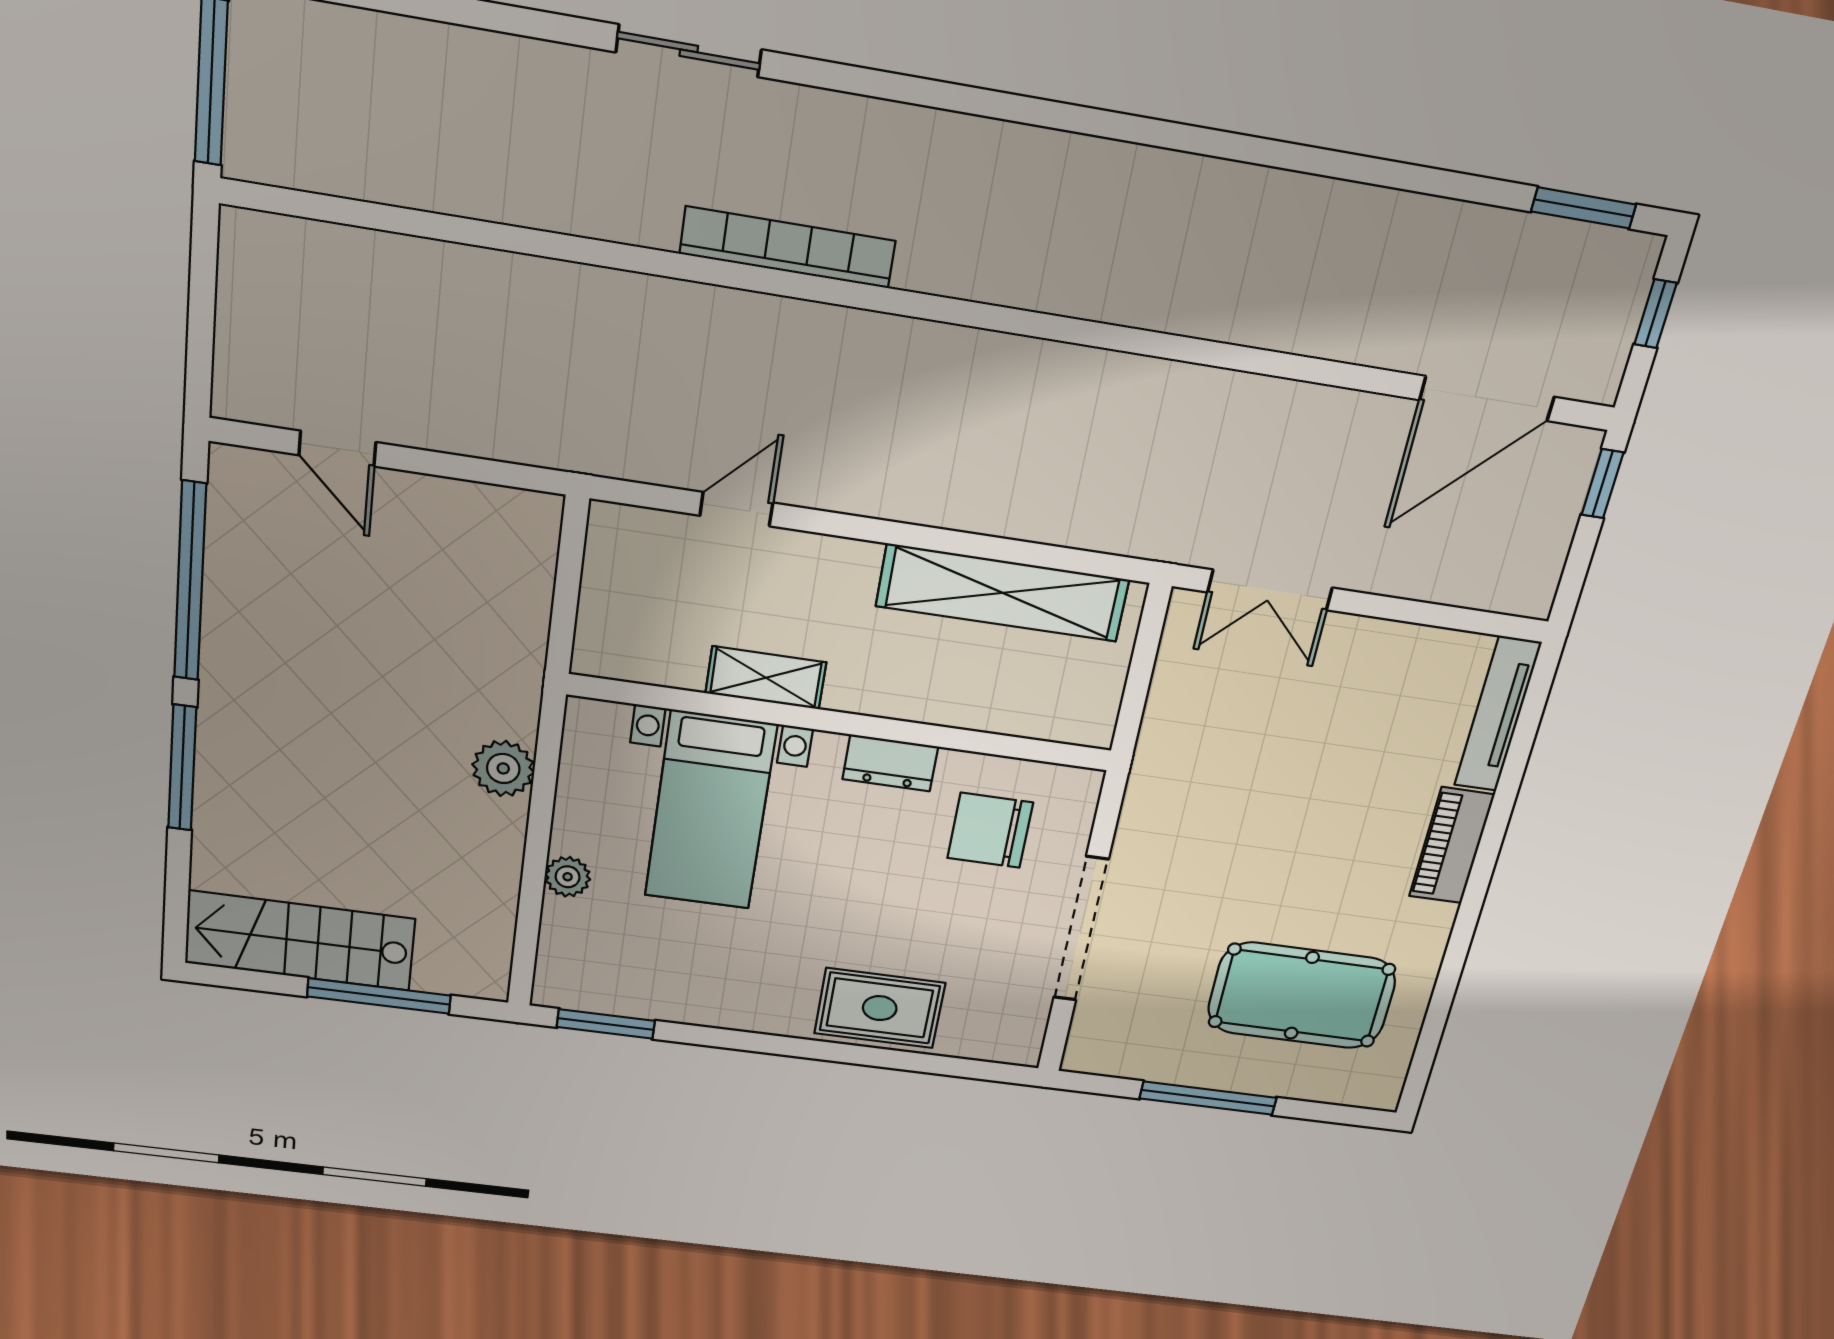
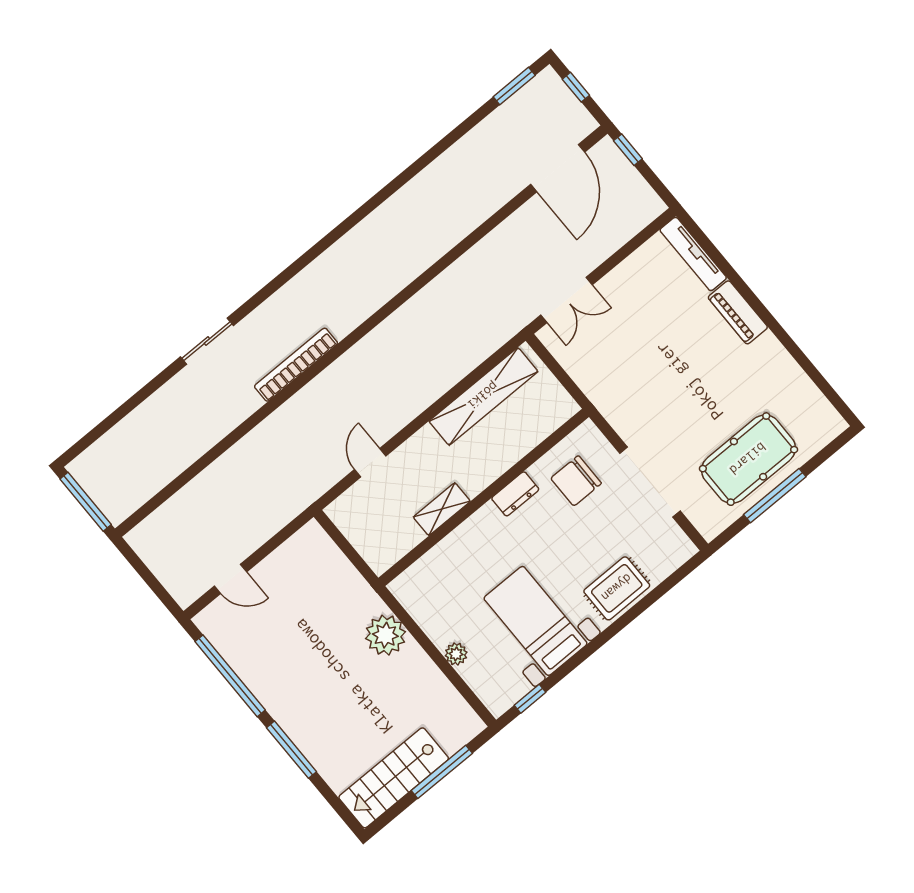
plant: (503, 768) -> (385, 635), width x1.36, depth x1.36
bed with nightstands: (710, 811) -> (536, 621), moved, turned 180
pool table: (1302, 996) -> (748, 459), moved
window: (606, 1024) -> (530, 699), width x0.67

